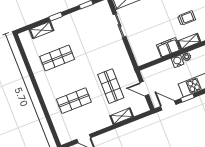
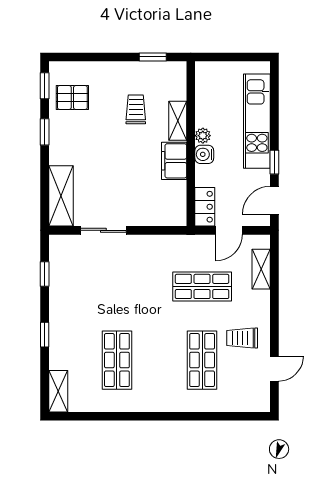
shelving: (41, 30) -> (58, 391), moved
locker: (151, 72) -> (205, 207), added
trolley: (93, 116) -> (242, 338), added
shelving: (122, 116) -> (261, 269), moved

